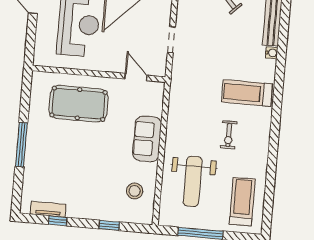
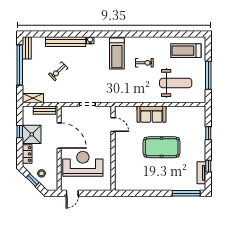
door: (136, 77) -> (113, 125), swing flipped
pool table: (79, 104) -> (162, 147), moved, turned 90
window: (21, 145) -> (186, 193), moved
stool: (135, 191) -> (185, 119), removed

